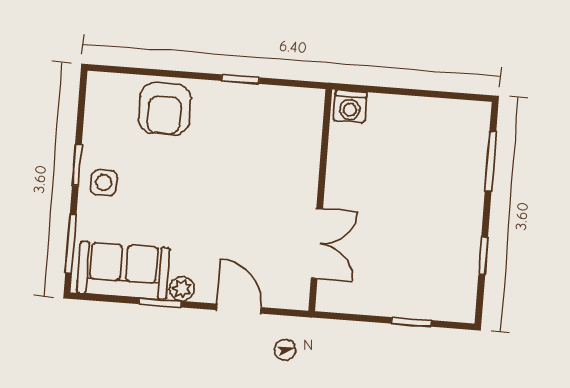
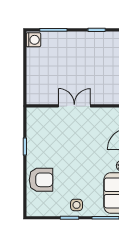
washing machine: (350, 107) -> (33, 40), moved
double door: (317, 244) -> (74, 106), moved

